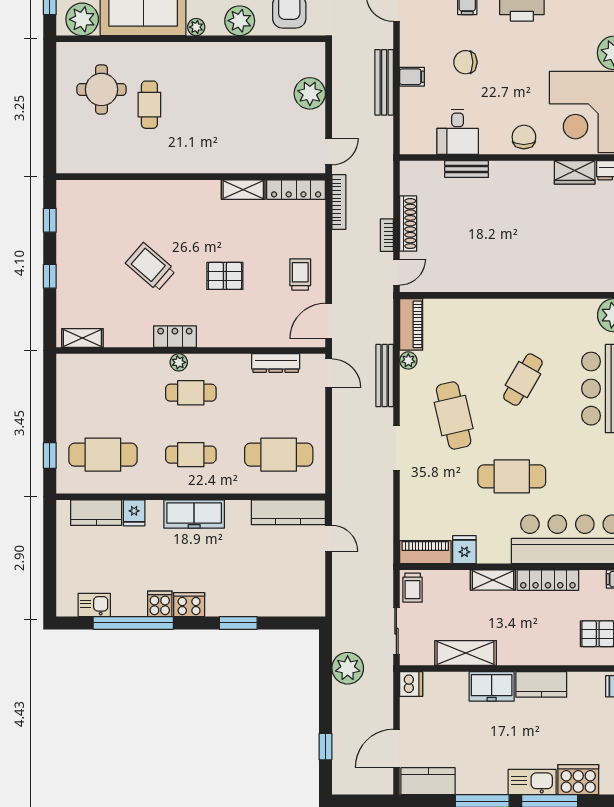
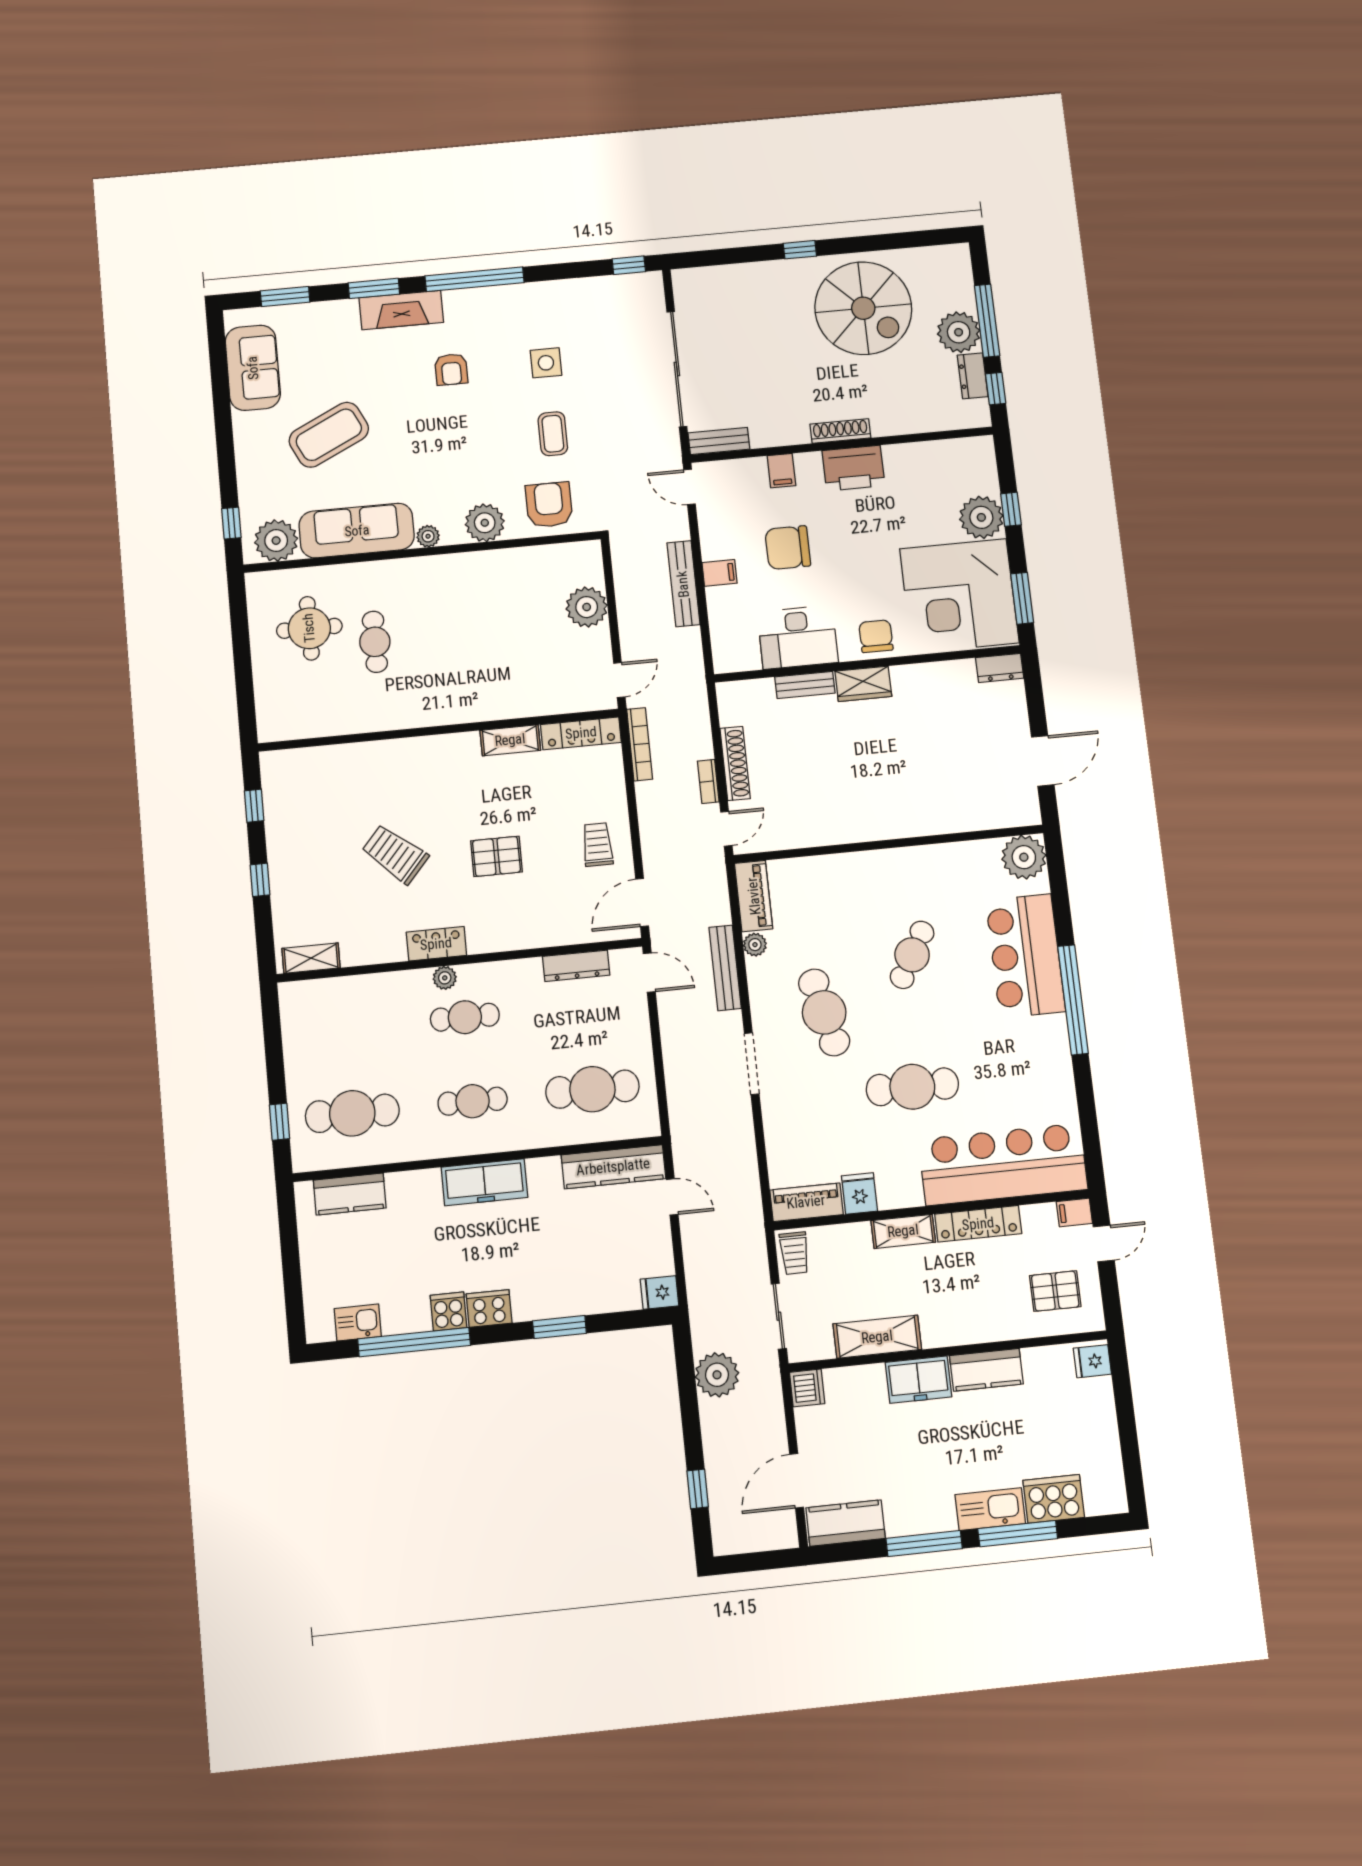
chair: (465, 62) -> (788, 548), width x1.37, depth x1.37
desk: (458, 132) -> (798, 637), width x1.37
wardrobe: (575, 172) -> (863, 684), moved
fridge: (134, 513) -> (660, 1292), moved, turned 90

